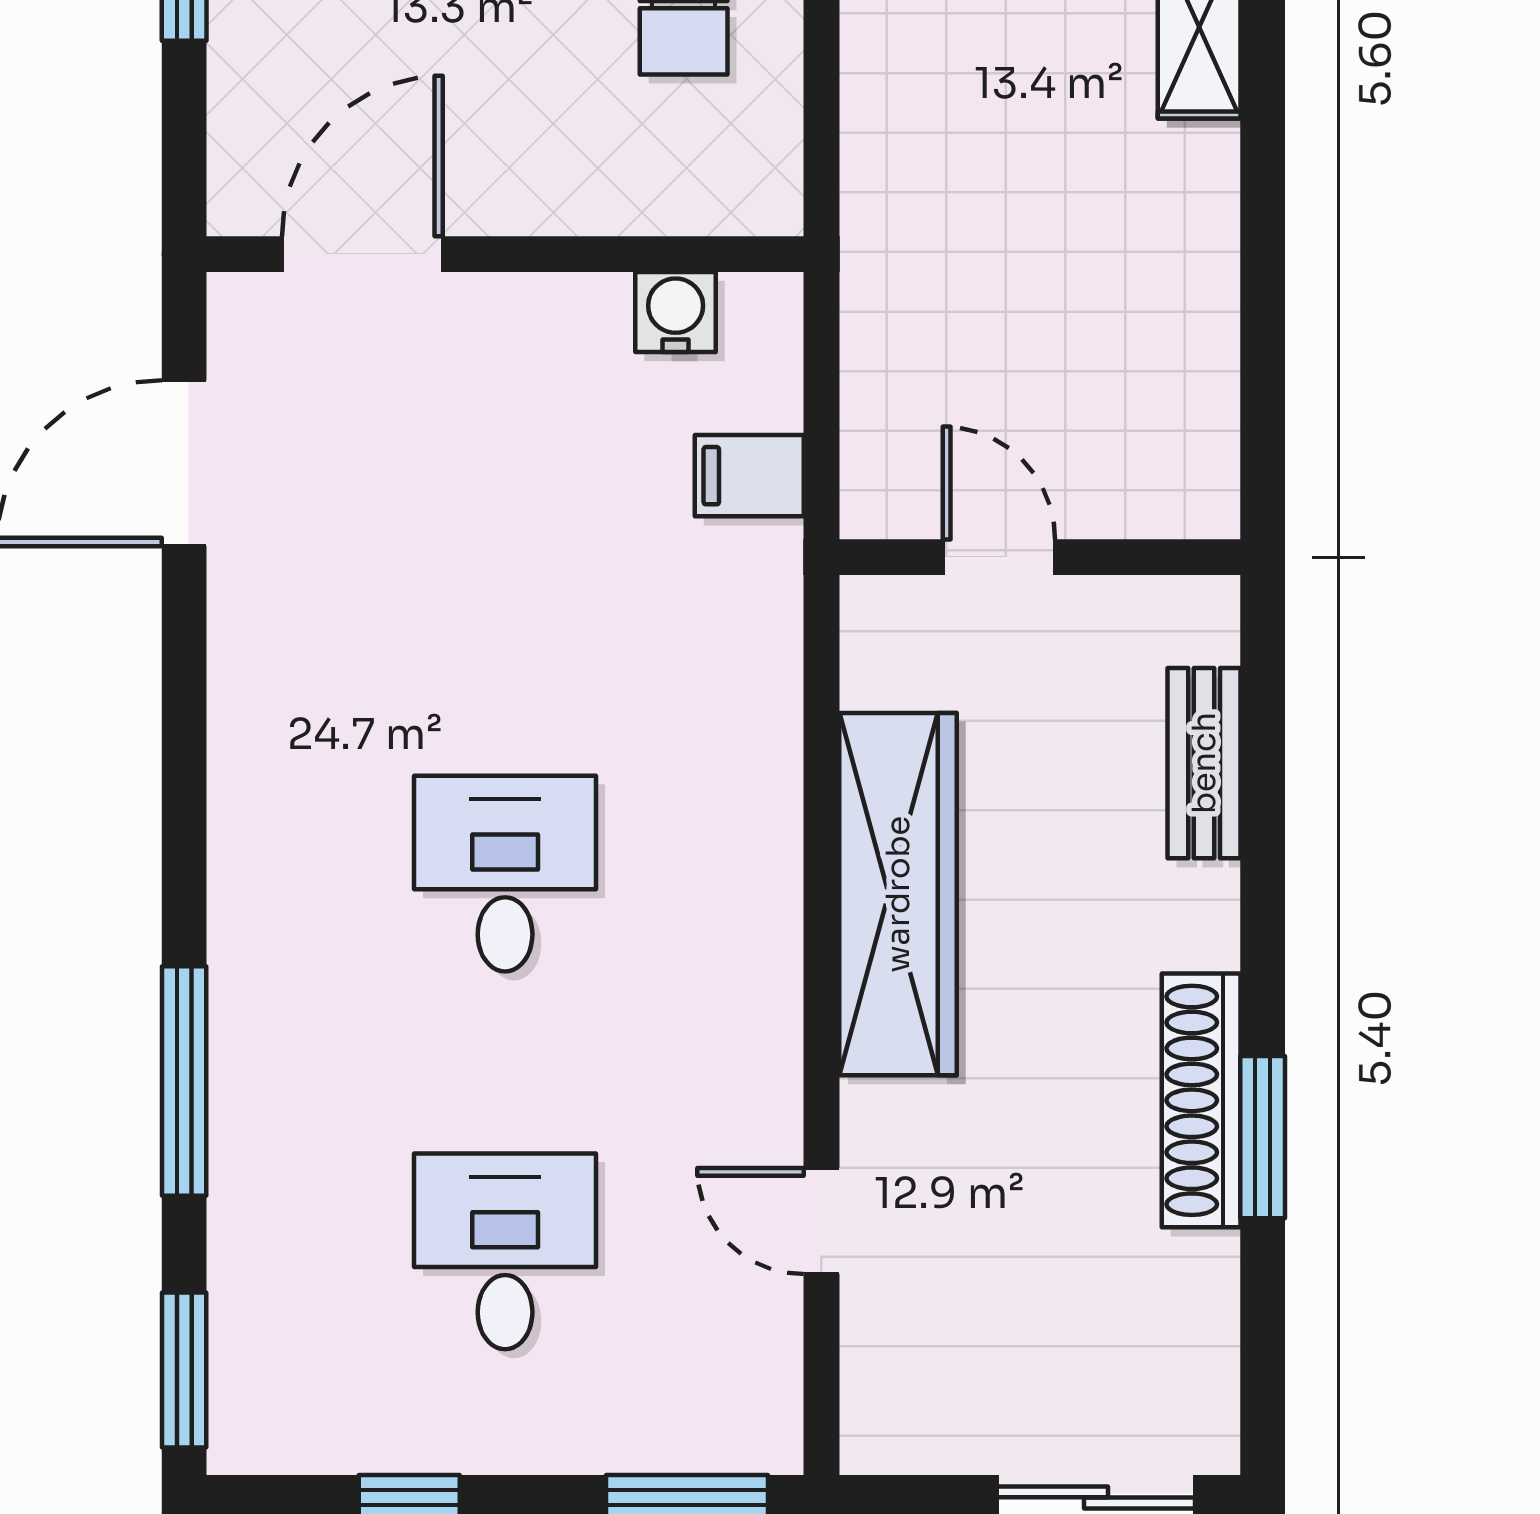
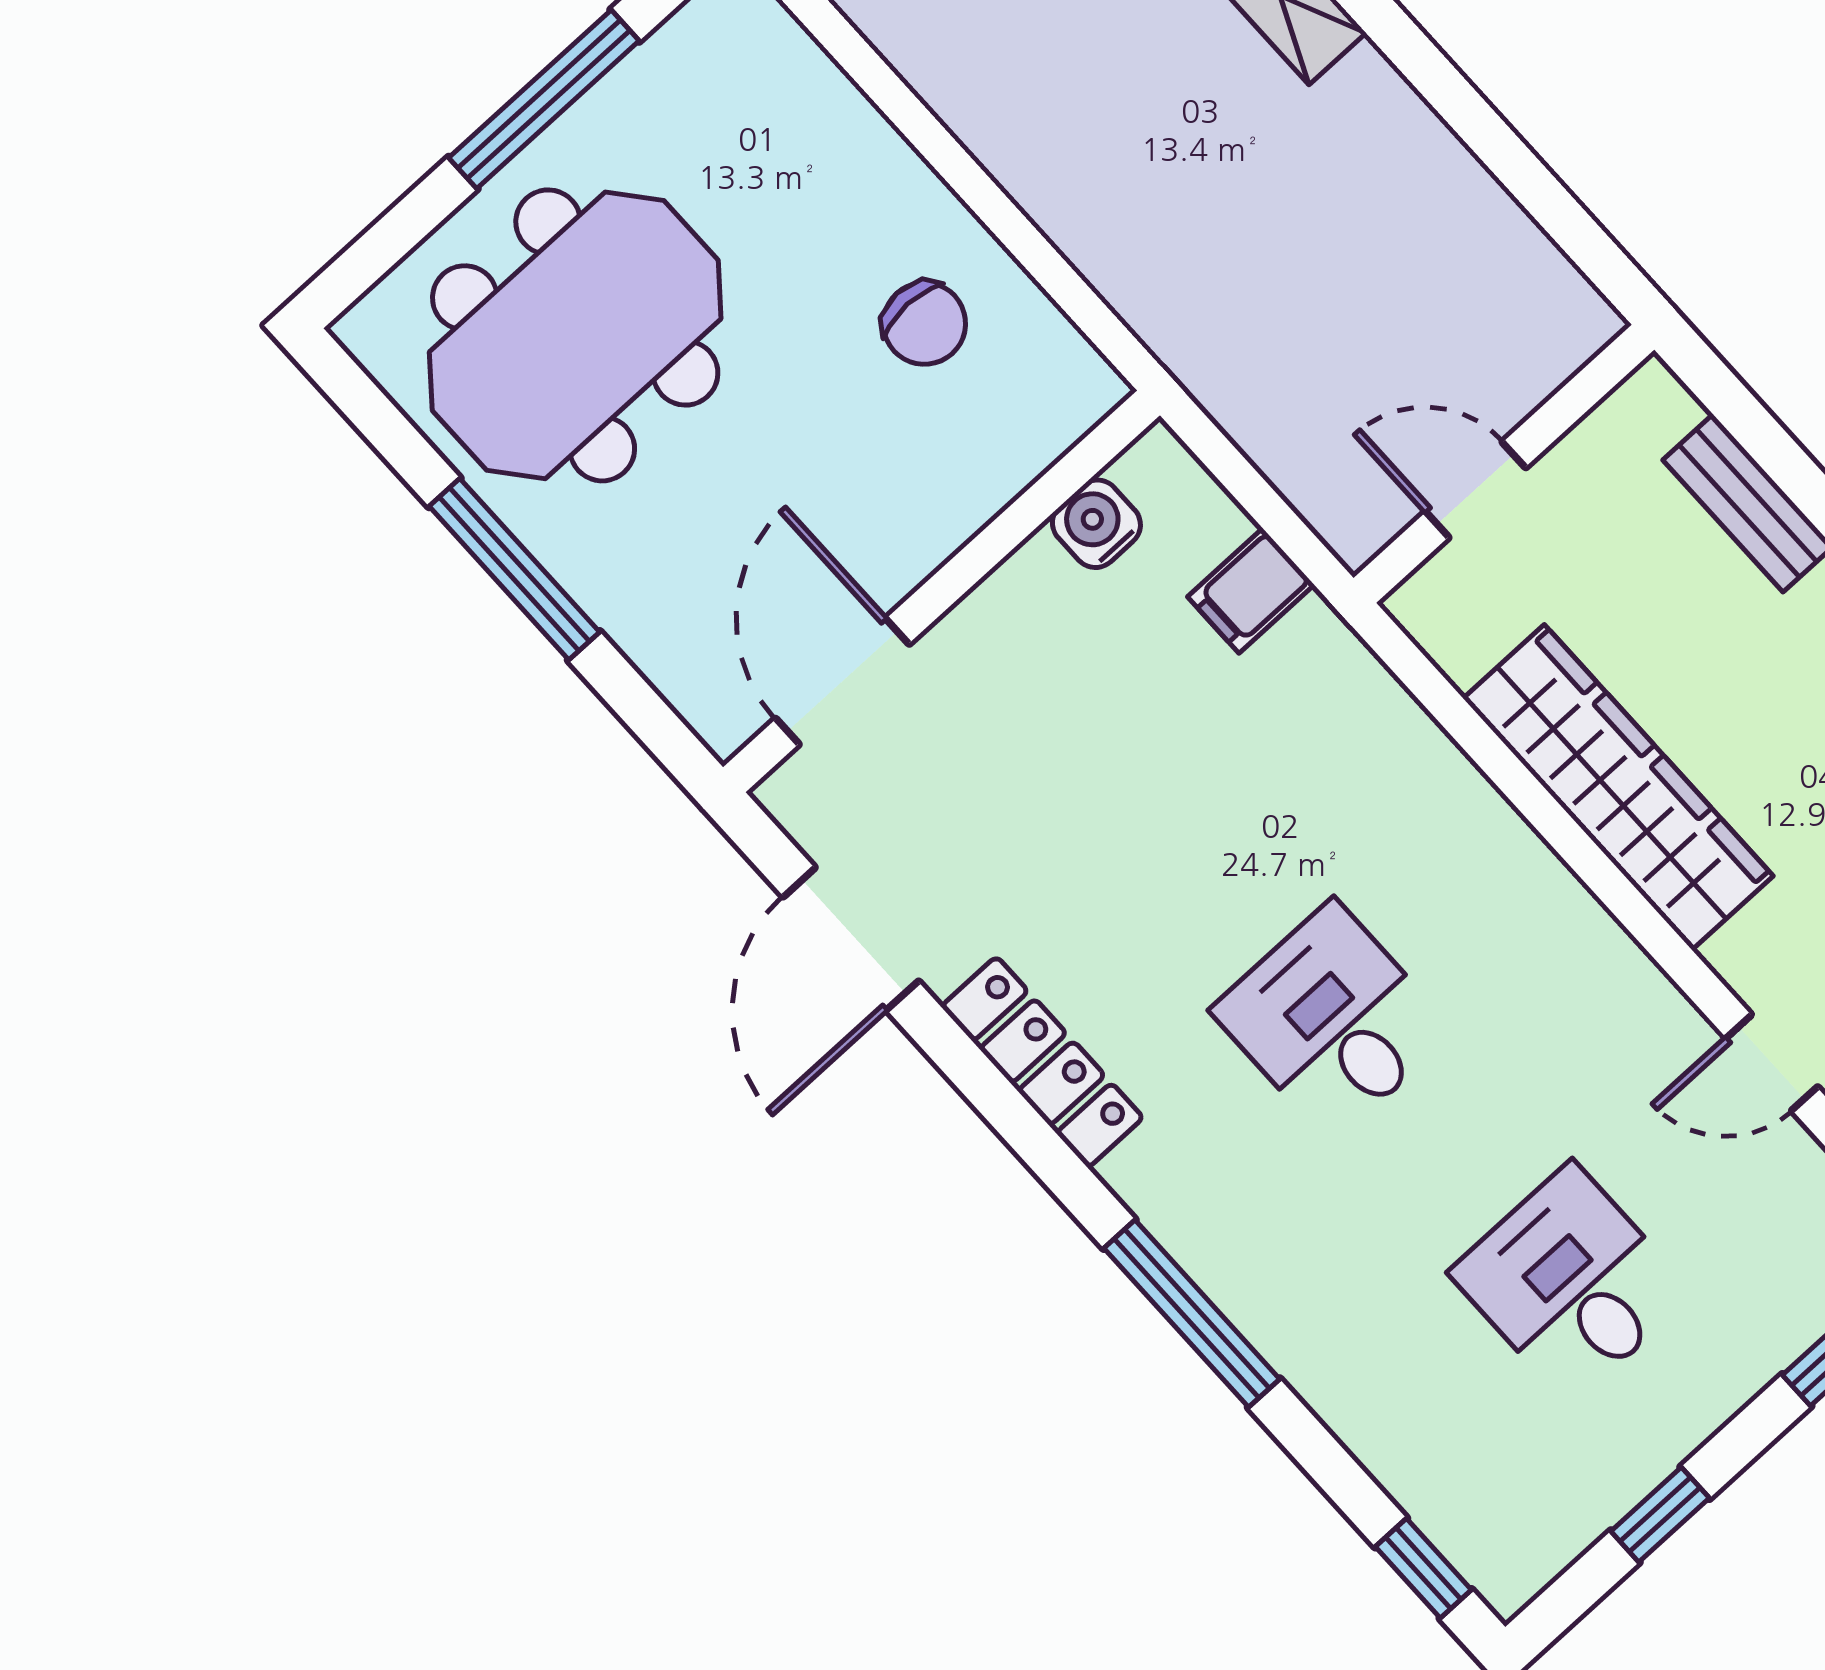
locker: (247, 698) -> (1042, 1062), added
window: (184, 1081) -> (1192, 1314), moved
window: (184, 1370) -> (1423, 1568), width x0.67

